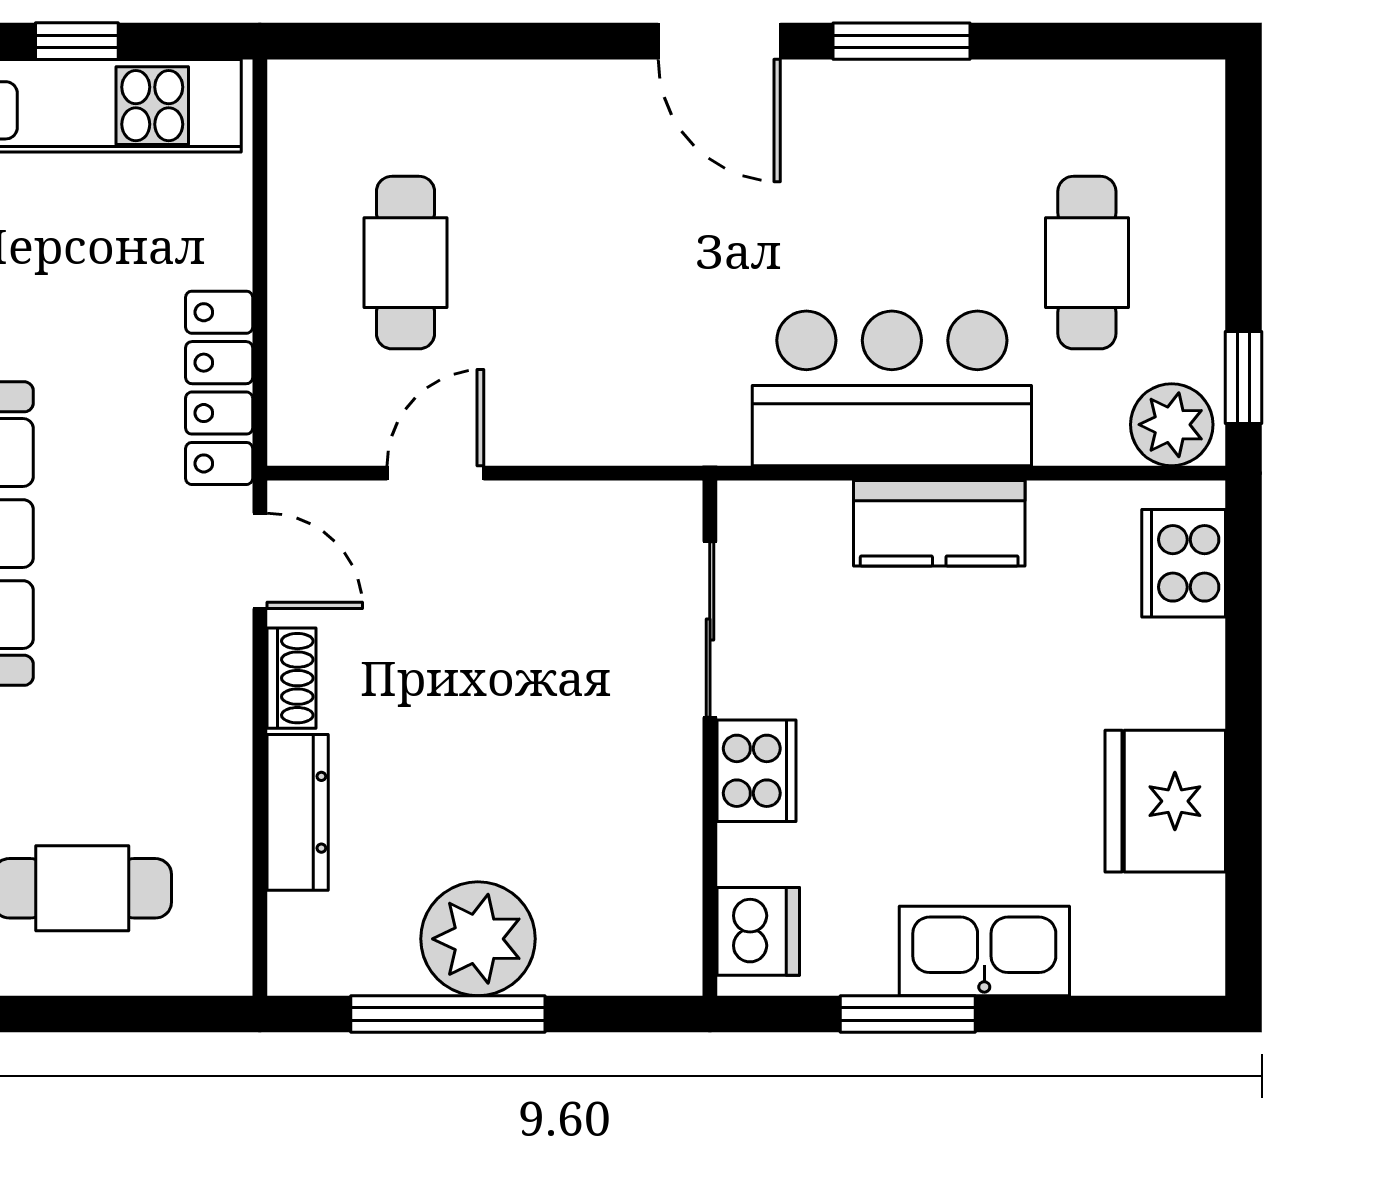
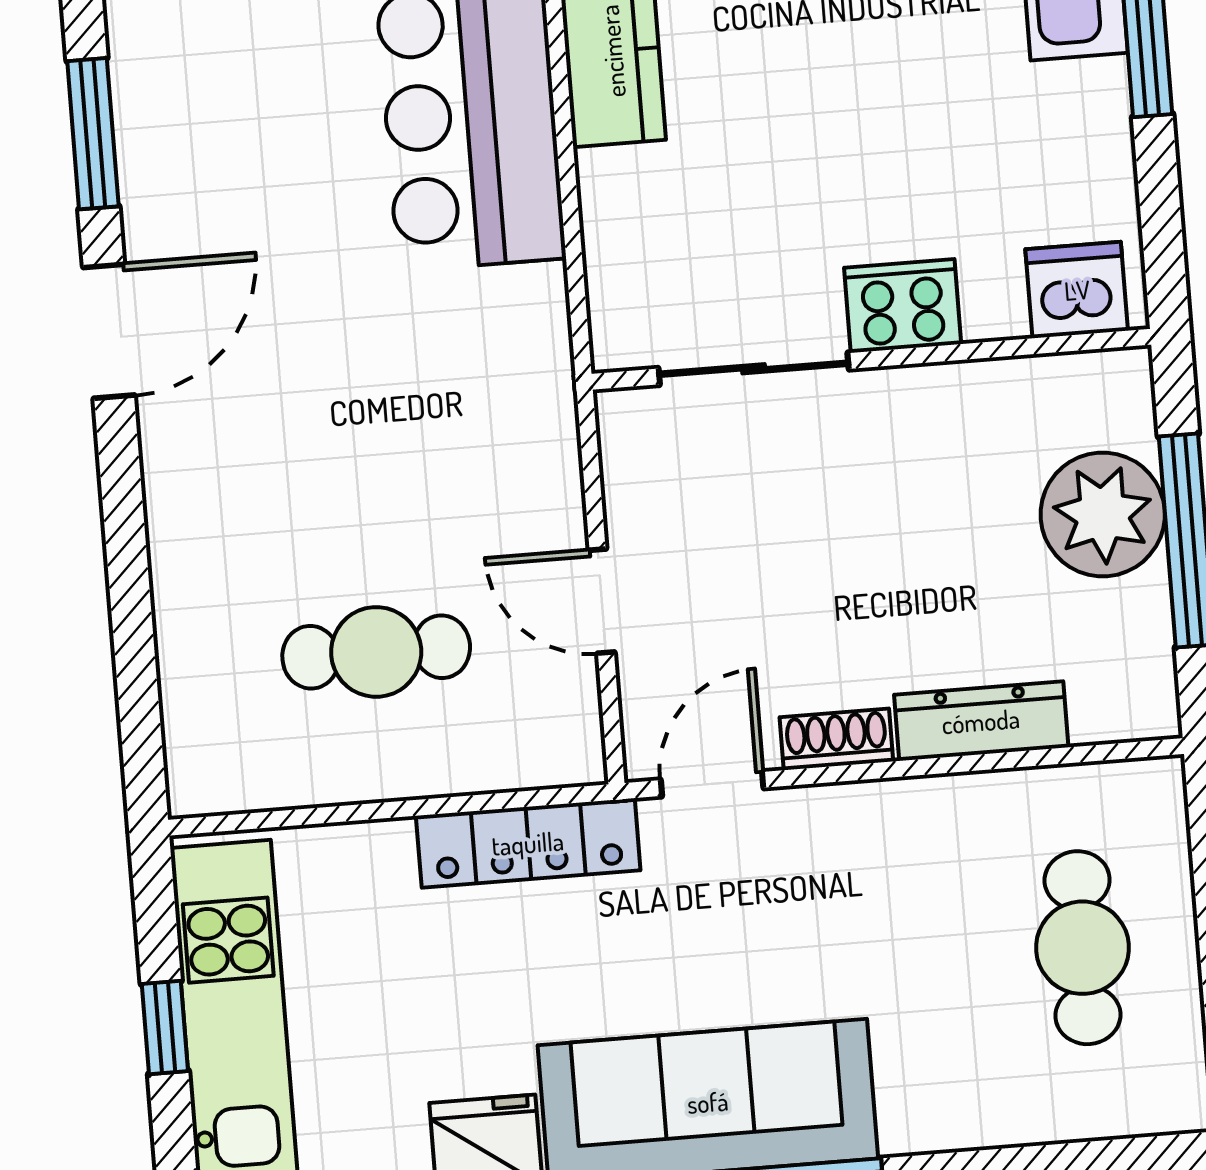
sliding door: (710, 630) -> (754, 369), moved
wall: (710, 738) -> (871, 359), moved
cooker: (757, 771) -> (903, 306), moved
dishwasher: (758, 931) -> (1077, 290), moved

